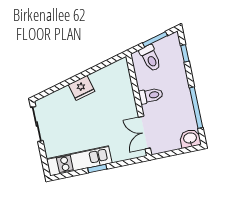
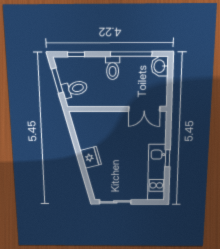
toilet: (151, 95) -> (113, 68), moved, turned 180

